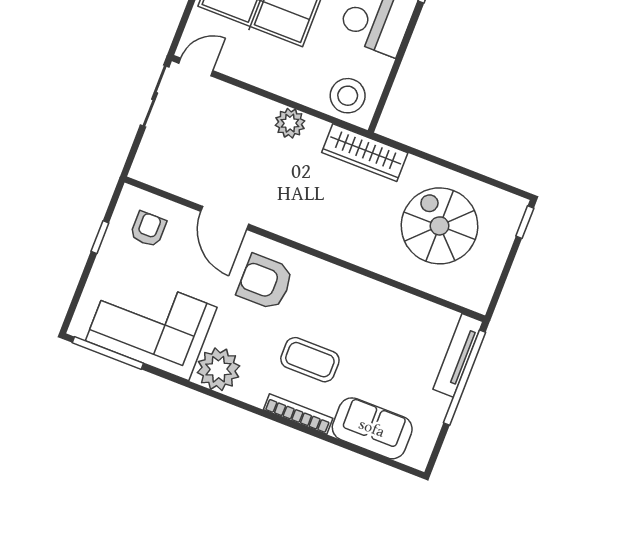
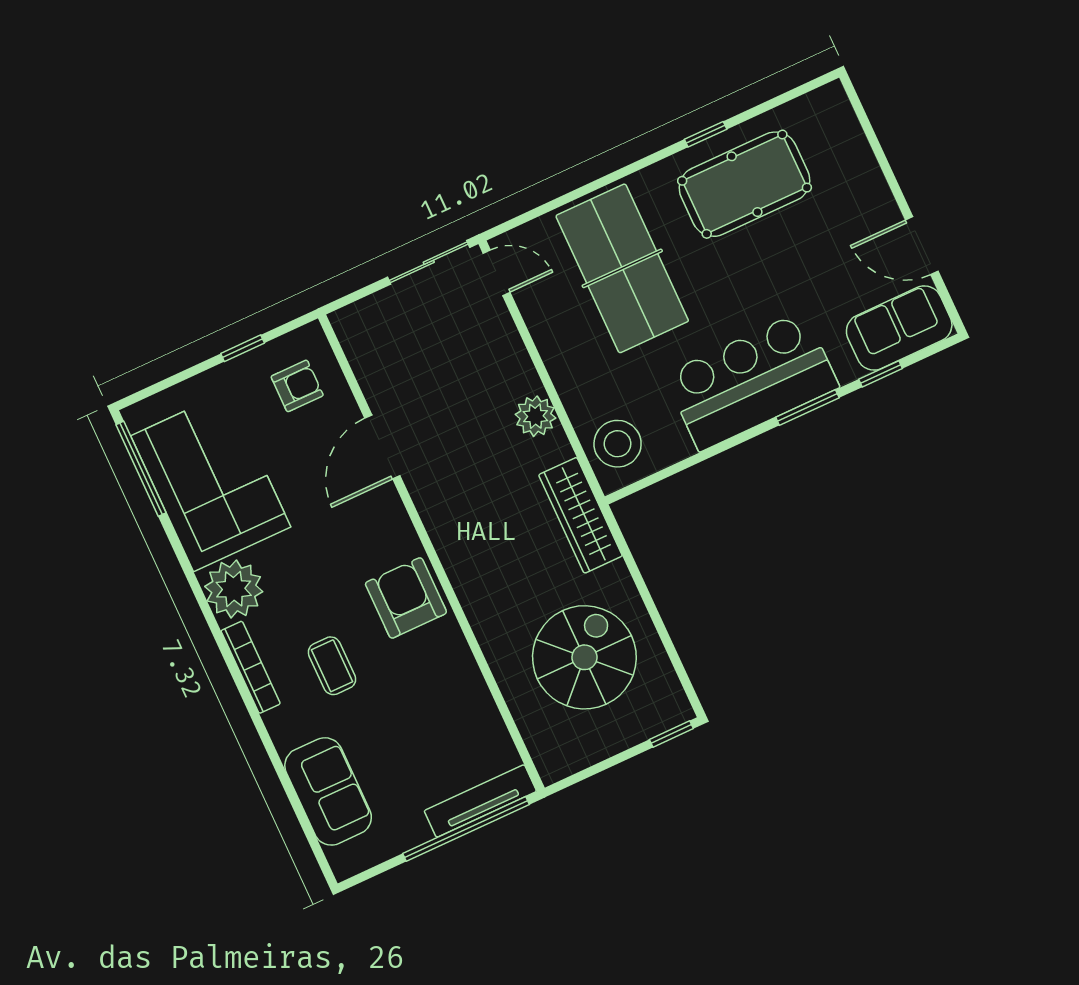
armchair: (265, 282) -> (406, 598), moved
coffee table: (310, 360) -> (332, 666), width x0.73, depth x0.77
bookcase: (298, 414) -> (251, 667), moved

